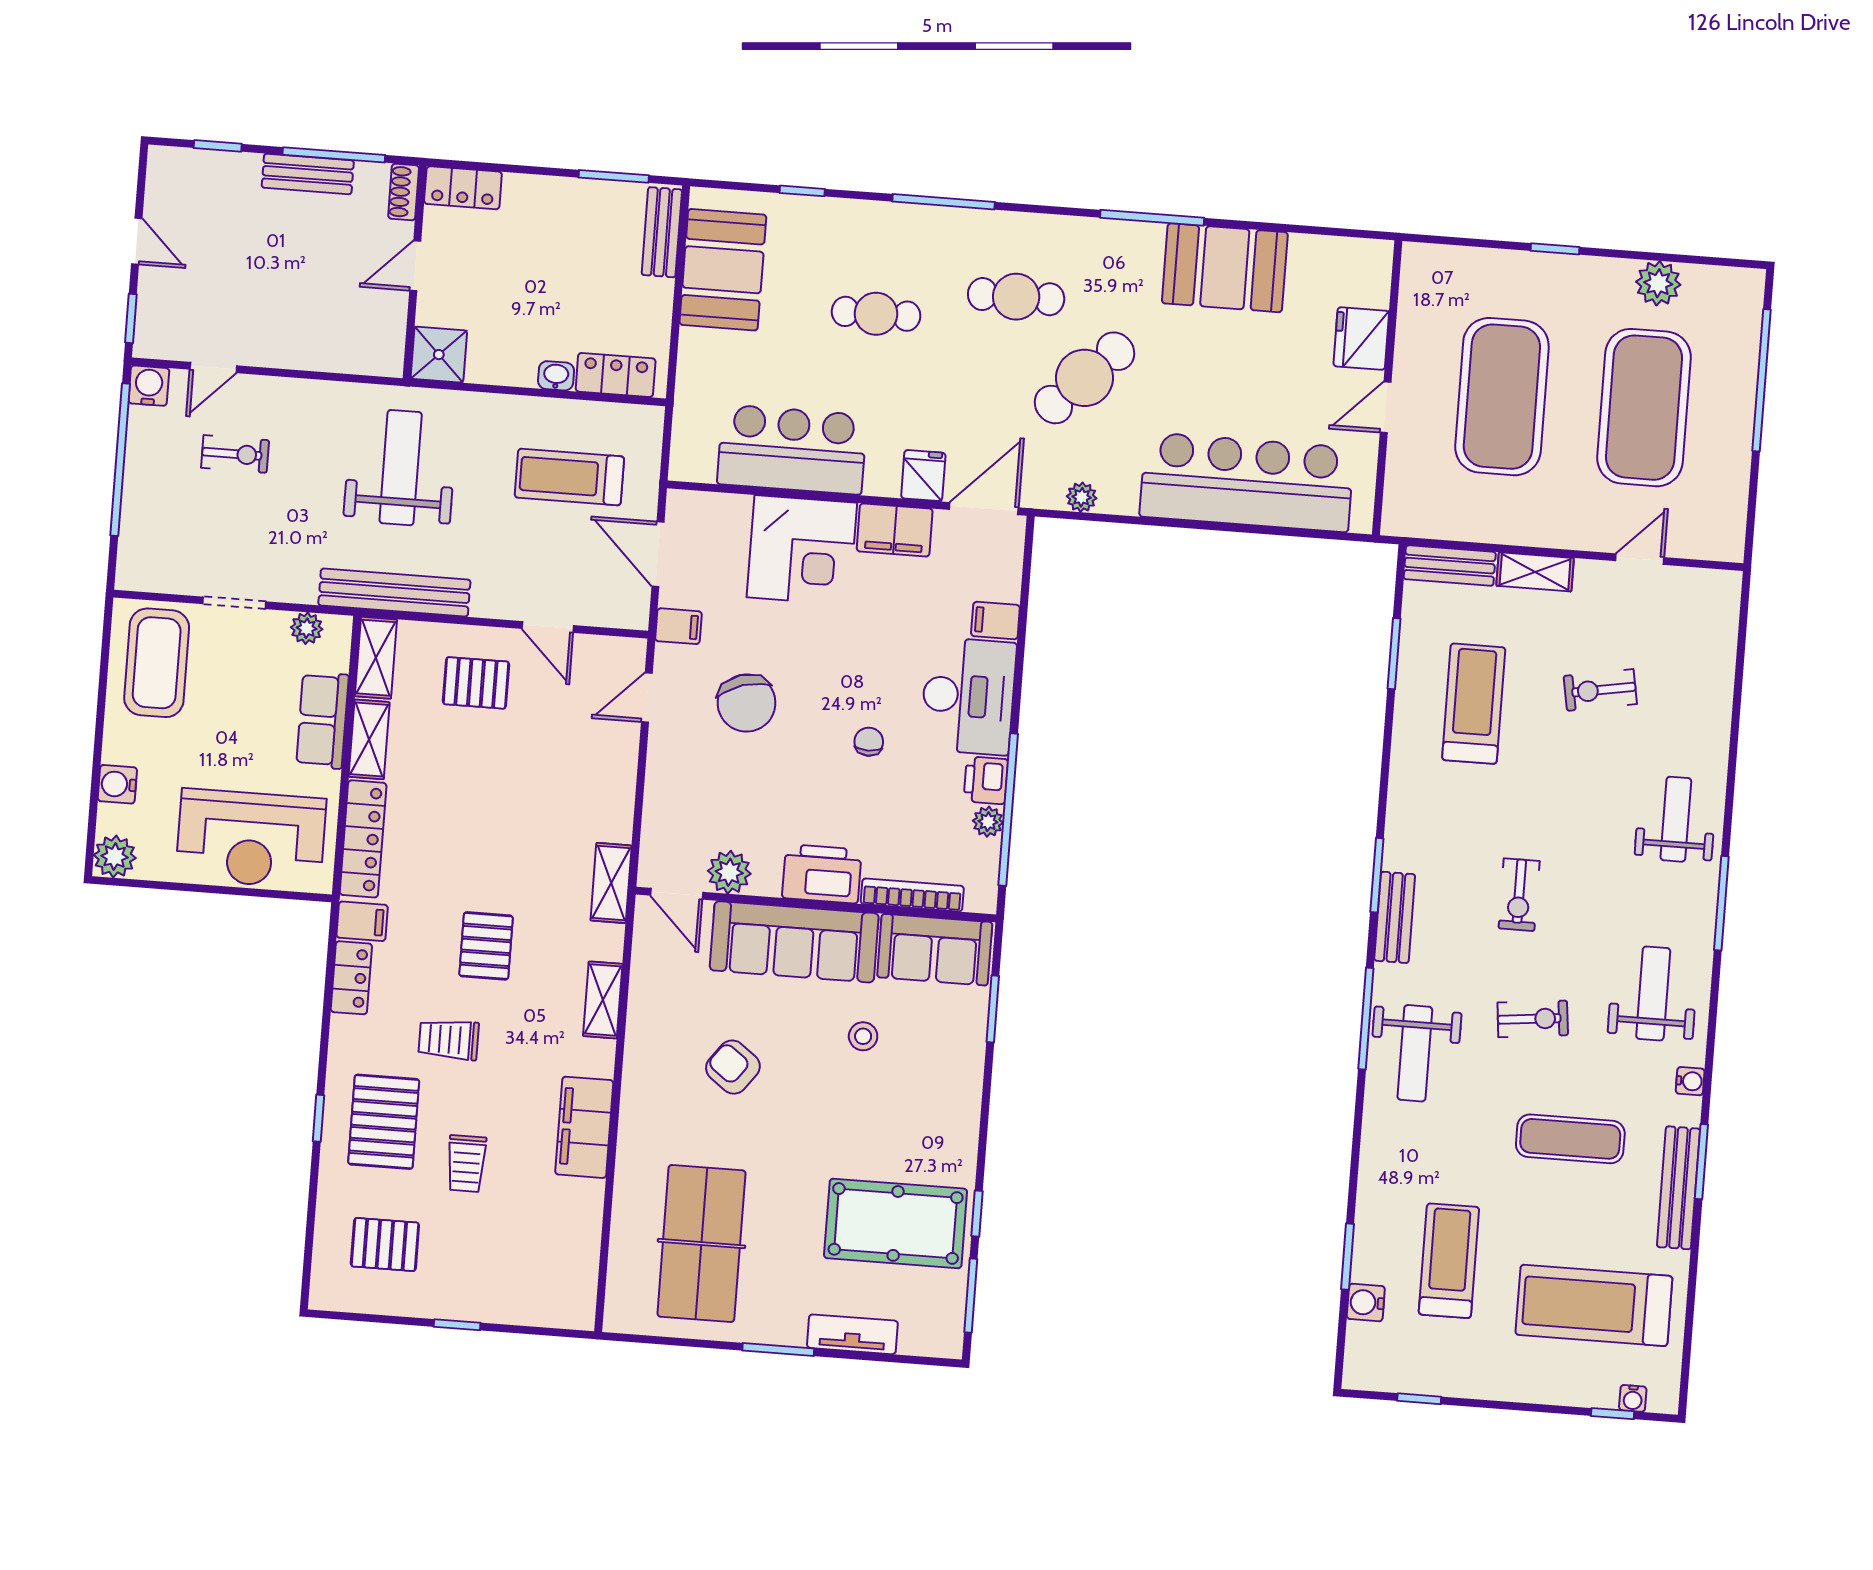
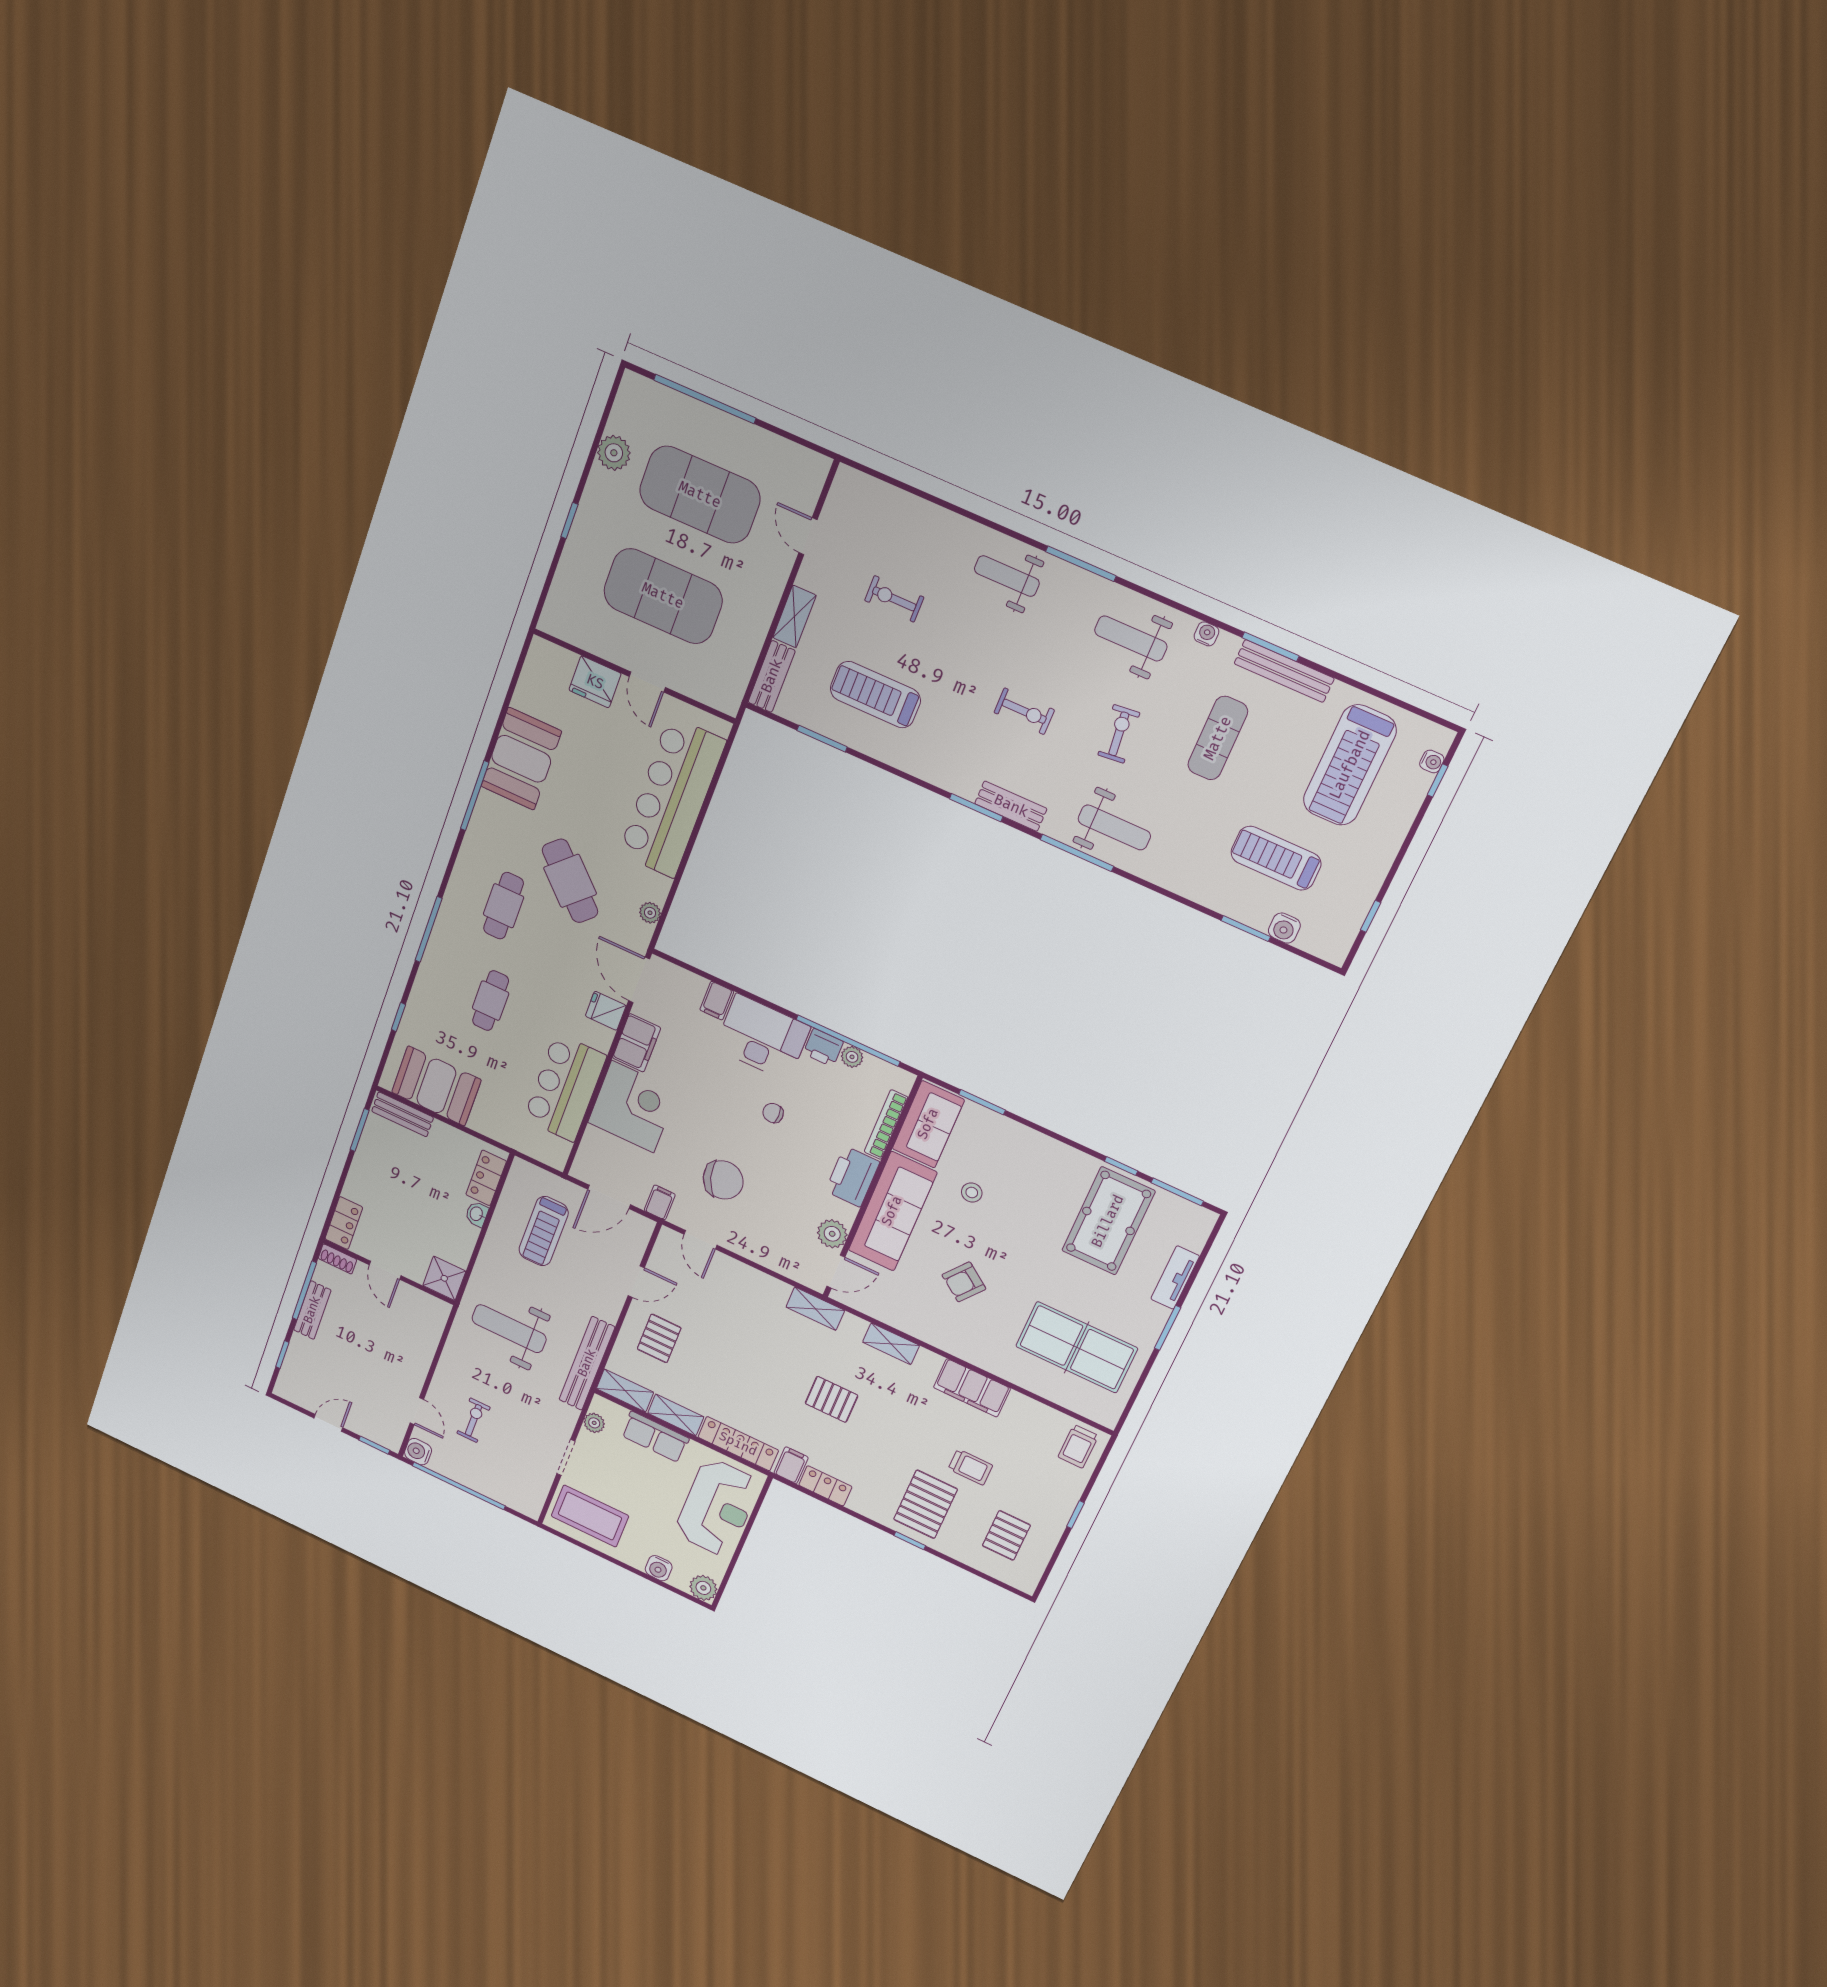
exercise bike: (1600, 690) -> (894, 599), turned 100
trolley: (449, 1040) -> (1078, 1446), moved
pallet: (384, 1122) -> (925, 1504), turned 90

